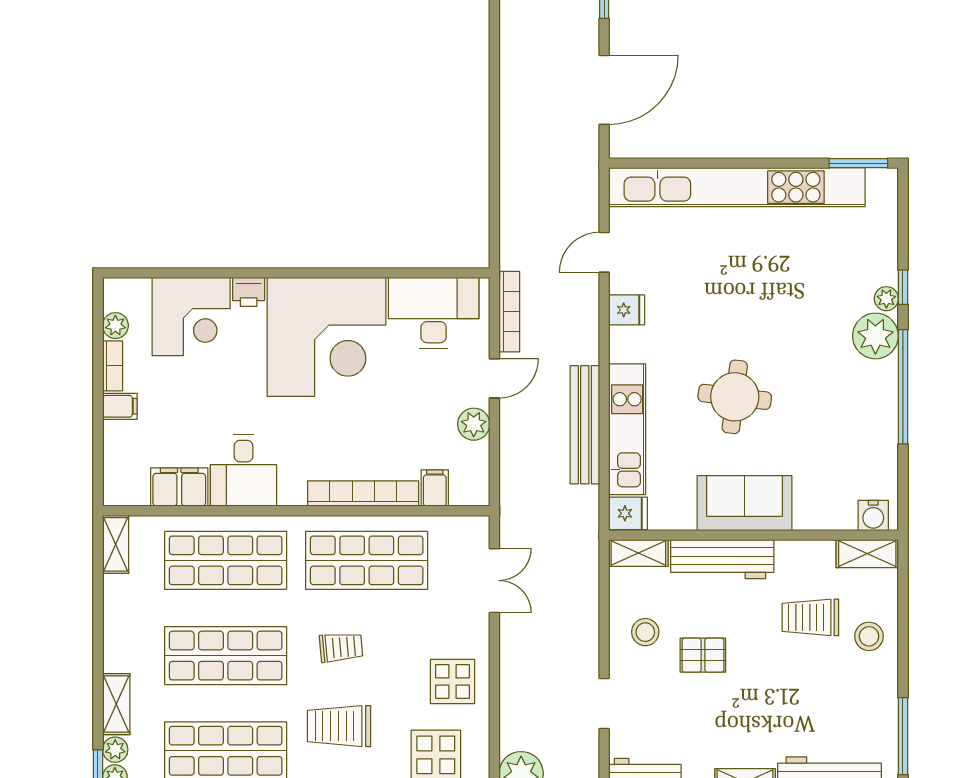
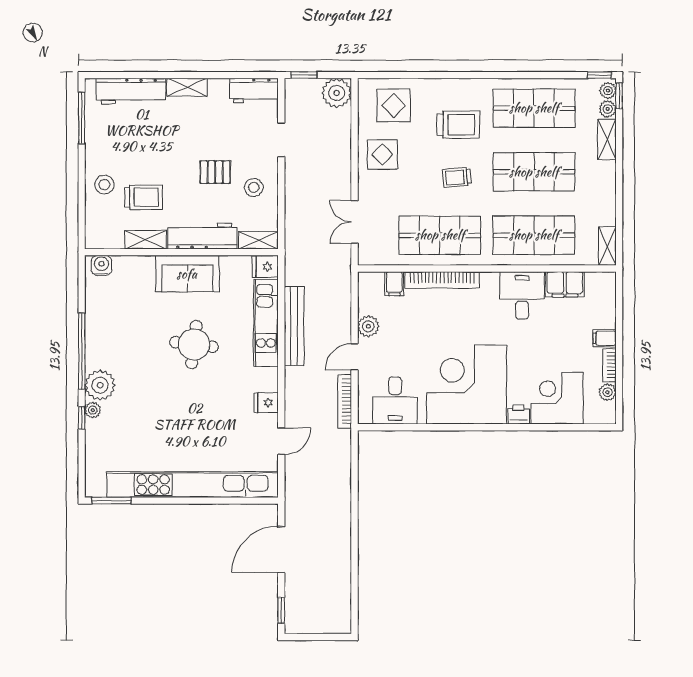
desk: (434, 313) -> (395, 401), width x0.73
shelving: (867, 554) -> (145, 240), moved

